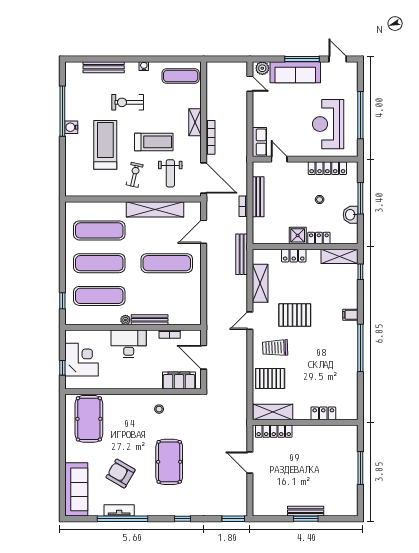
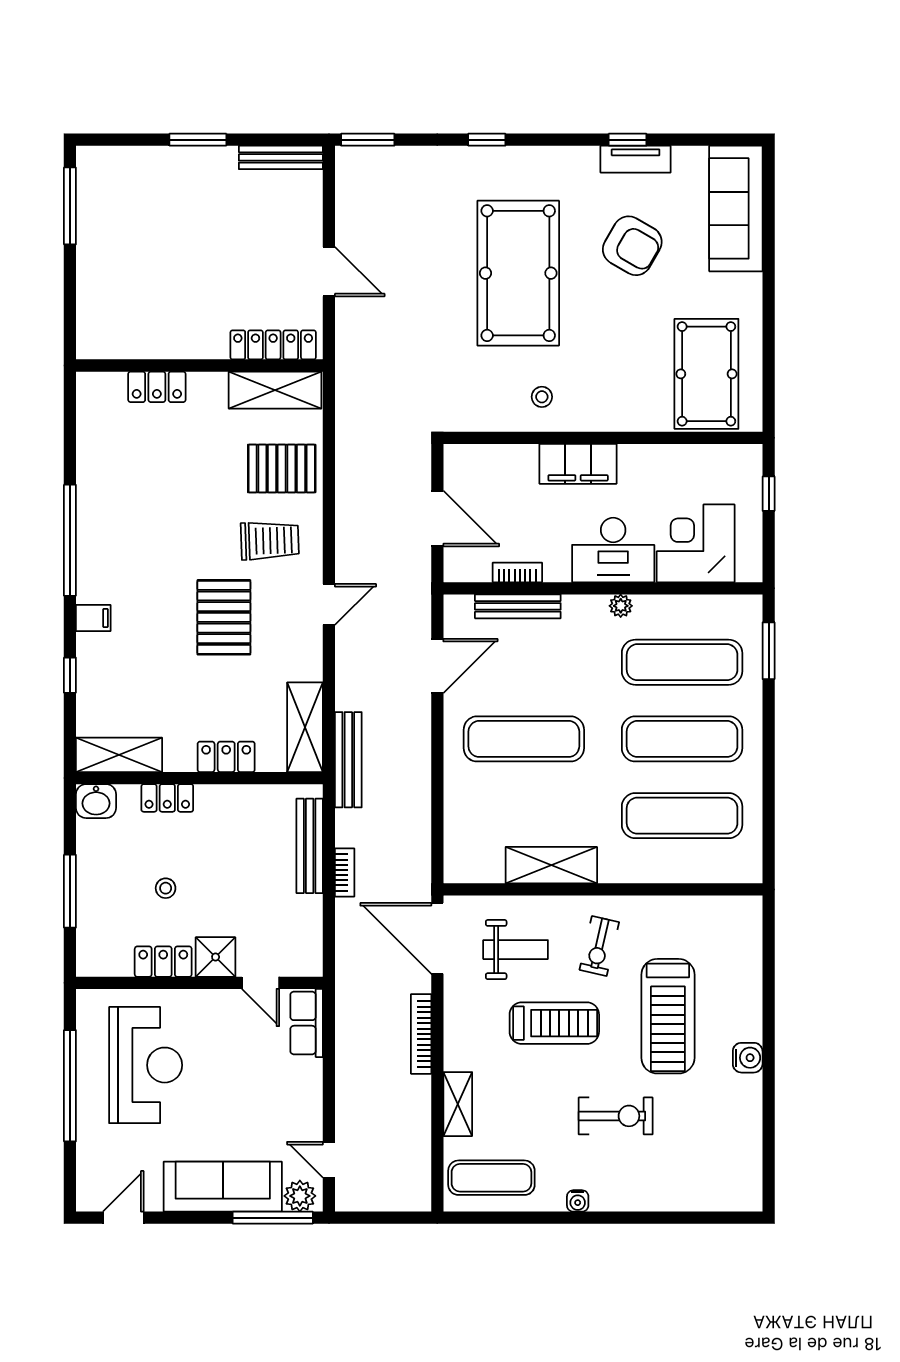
window: (302, 59) -> (273, 1218), moved
door: (338, 59) -> (123, 1218), swing flipped
bench: (104, 67) -> (672, 1198), removed
window: (62, 111) -> (769, 1095), removed
shelving: (195, 122) -> (458, 1104), moved
treadmill: (154, 142) -> (554, 1023), turned 180
locker: (327, 168) -> (163, 962), width x0.66
weight bench: (170, 173) -> (516, 950), turned 90
bench: (258, 197) -> (310, 846), moved
shelving: (155, 209) -> (551, 865), width x0.68
washbasin: (351, 215) -> (96, 801), moved, turned 90
door: (204, 232) -> (437, 666), moved
shower: (298, 235) -> (216, 957), moved
window: (360, 272) -> (70, 675), moved
shelving: (260, 283) -> (305, 727), moved
window: (62, 301) -> (769, 651), width x1.50
pallet: (295, 315) -> (224, 617), turned 90
bench: (150, 320) -> (518, 606), moved
corner desk: (82, 360) -> (696, 543), moved, turned 90
filing cabinet: (179, 381) -> (578, 464), moved
pool table: (169, 462) -> (518, 273), width x1.36, depth x1.32
window: (360, 468) -> (70, 206), moved
bench: (306, 511) -> (281, 157), moved
window: (123, 519) -> (628, 140), width x0.32

